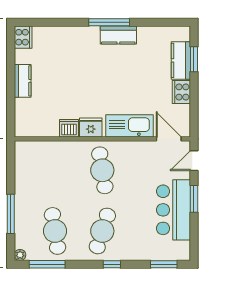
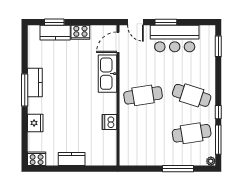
fridge: (91, 128) -> (35, 123), moved, turned 180
window: (112, 264) -> (218, 112), moved

